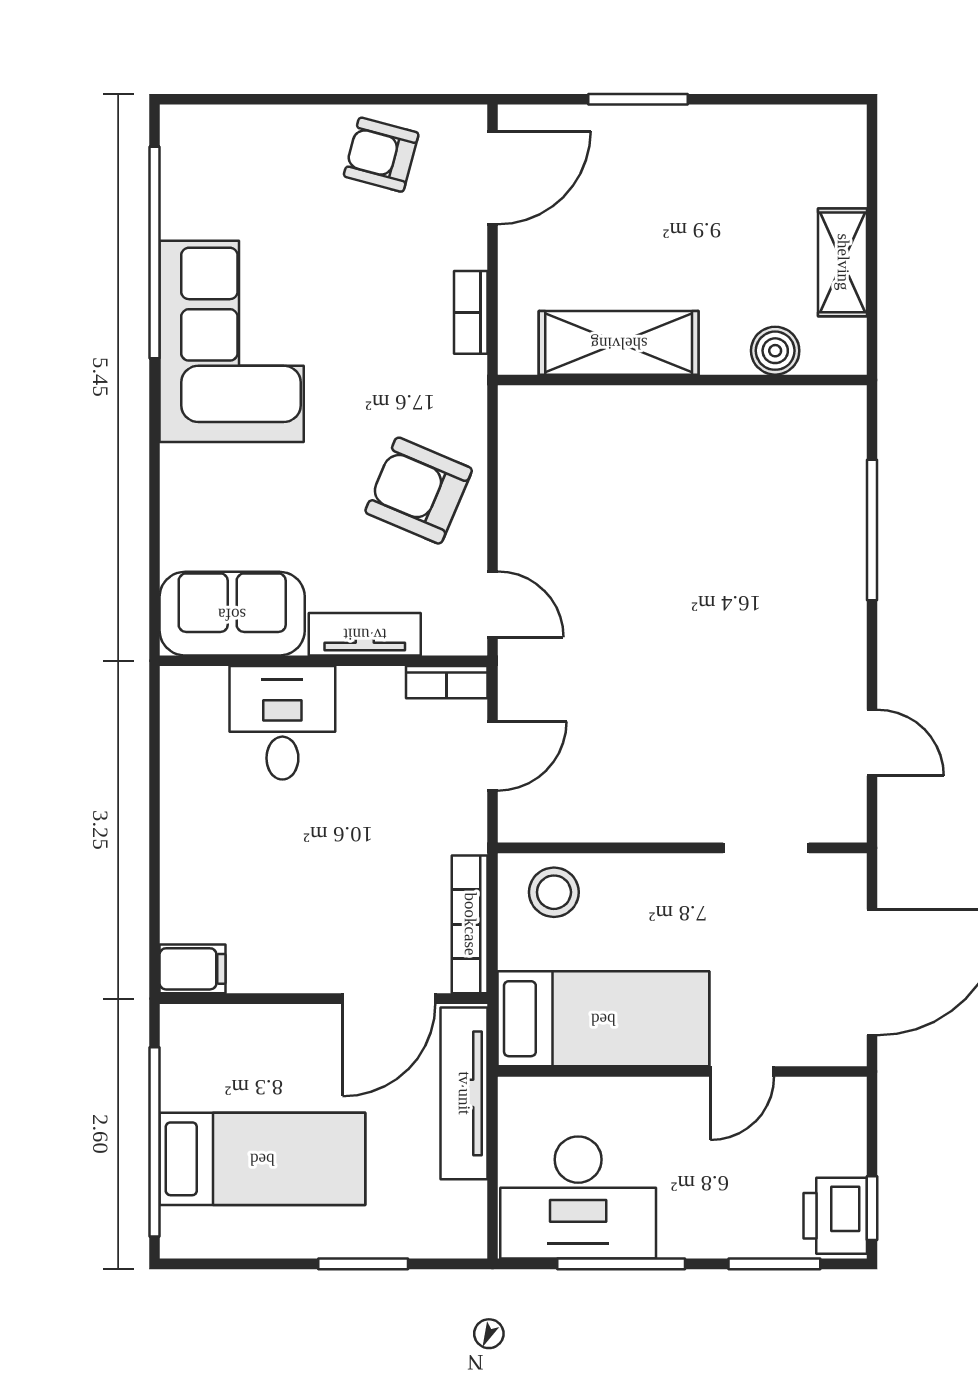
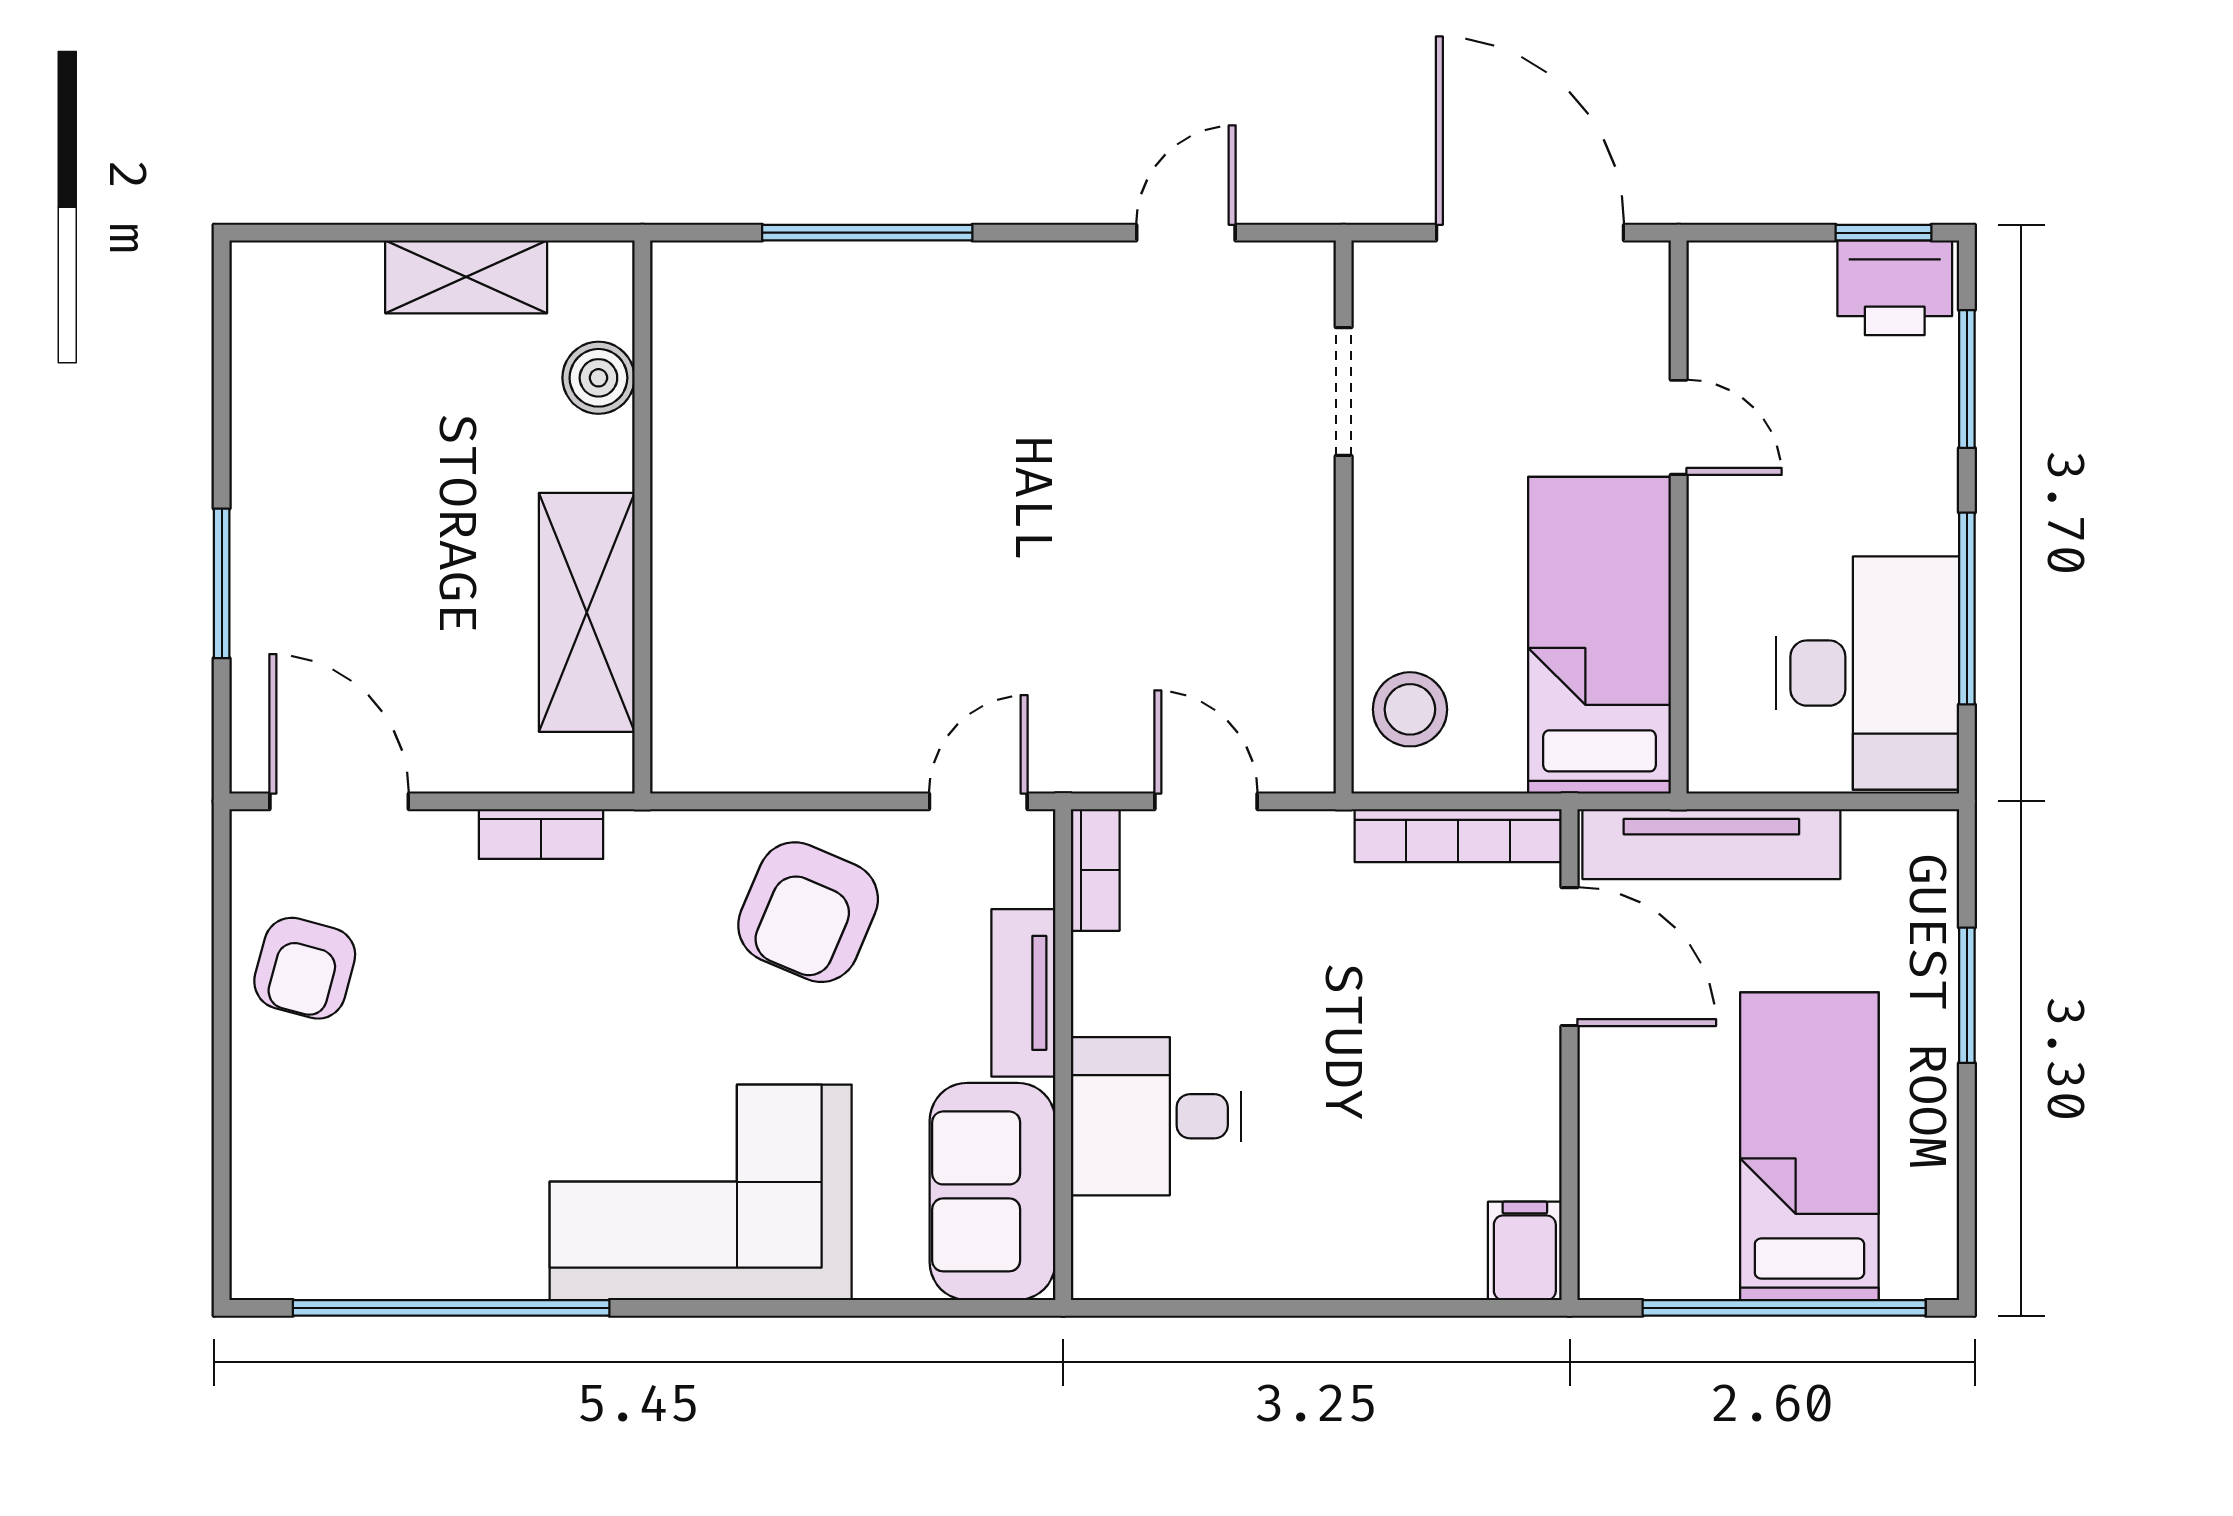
corner sofa: (232, 341) -> (701, 1192), moved

